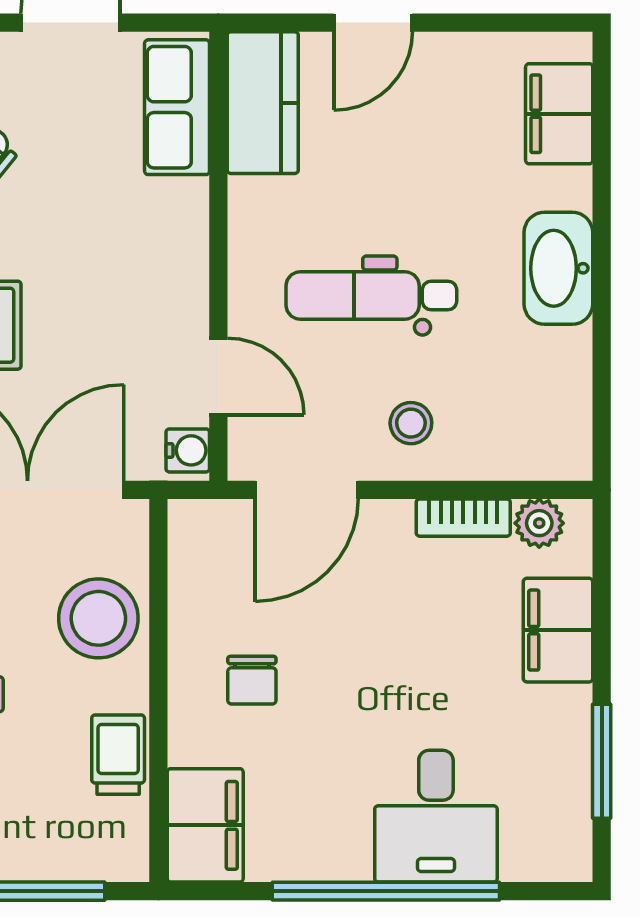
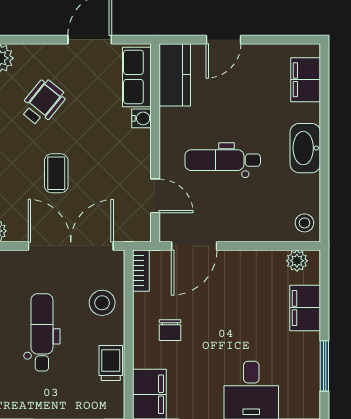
stool: (411, 423) -> (304, 223), moved
water cooler: (188, 450) -> (142, 118), moved
bookcase: (463, 518) -> (141, 271), moved, turned -90
stool: (98, 618) -> (102, 303), width x0.73, depth x0.73

